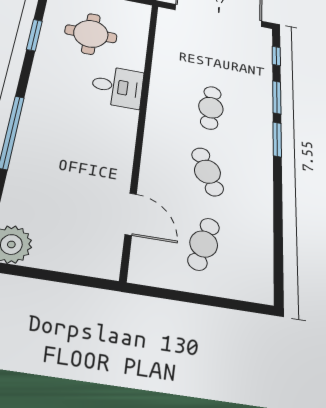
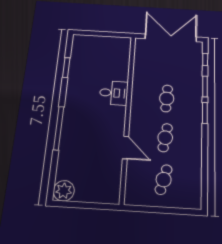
round table: (91, 34) -> (97, 62), removed
cafe table: (207, 172) -> (165, 138), turned 33
door: (131, 214) -> (126, 148), moved

